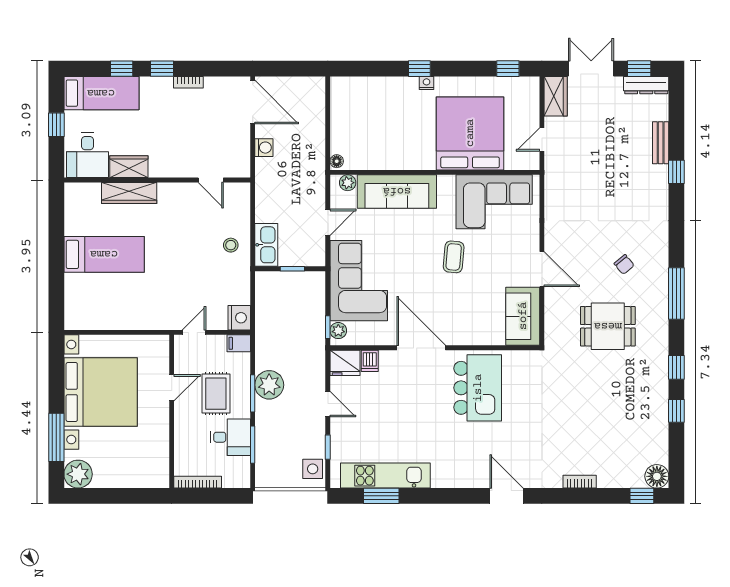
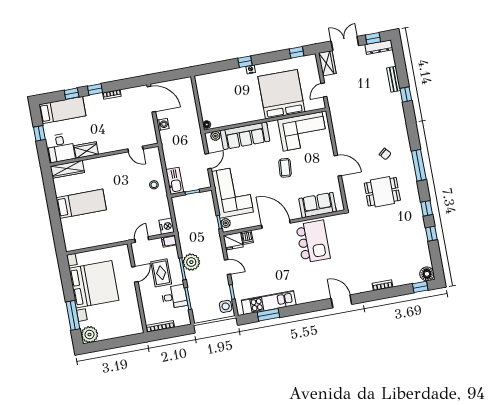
wardrobe: (129, 193) -> (67, 169), moved
sofa: (523, 316) -> (318, 205), moved, turned 90

